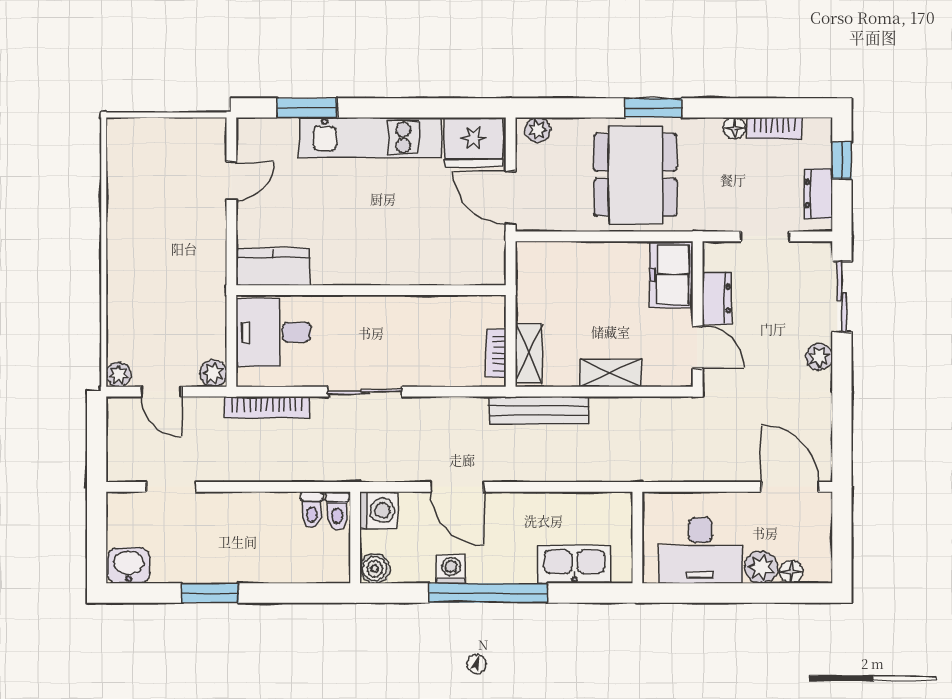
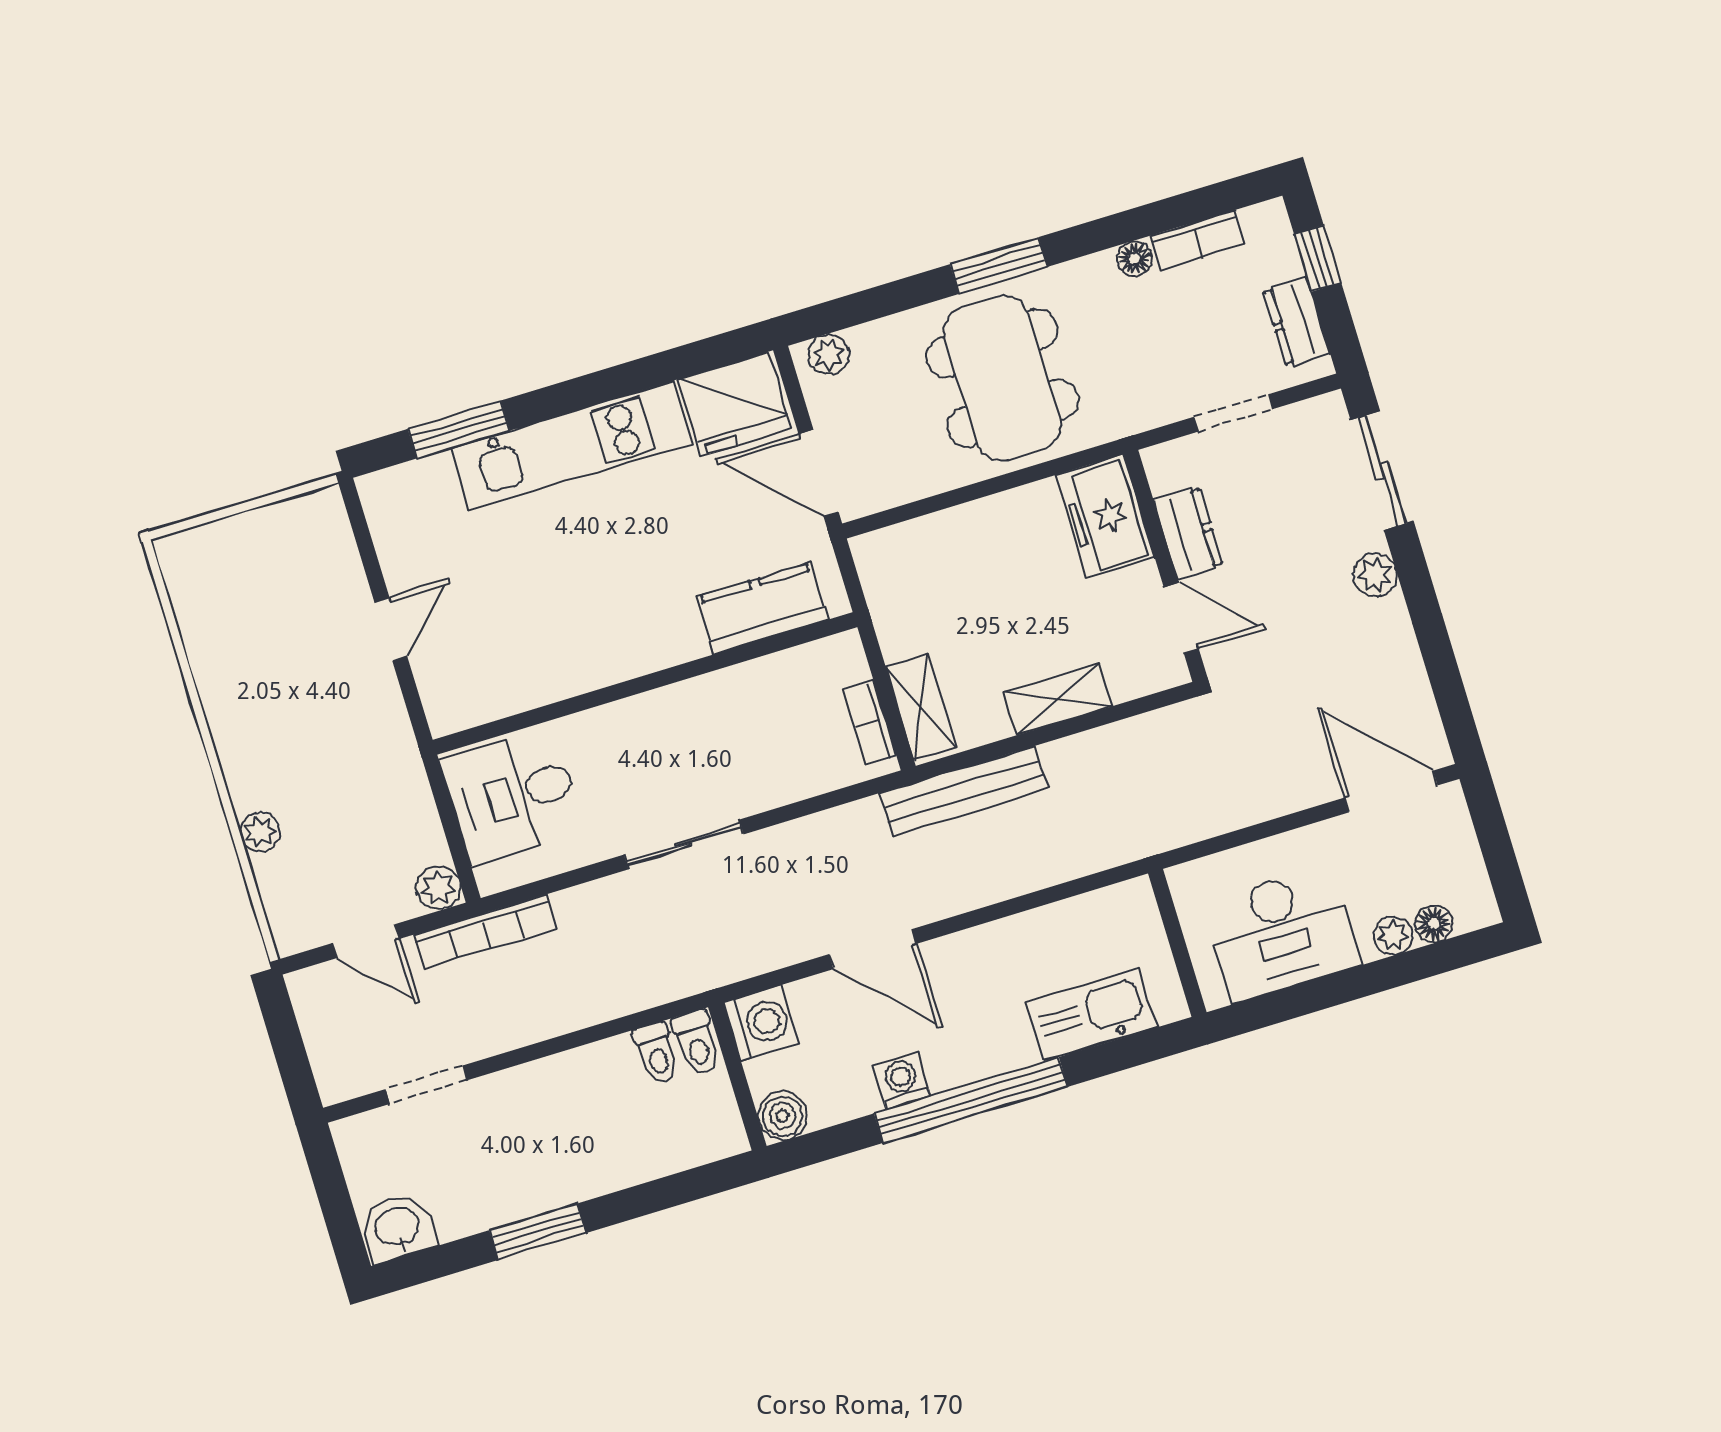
door: (231, 181) -> (391, 629), moved
kitchen counter: (273, 267) -> (763, 608), moved
plant: (118, 375) -> (260, 832), moved
bookcase: (267, 407) -> (485, 931), moved
plant: (761, 567) -> (1393, 935), width x0.73, depth x0.73

